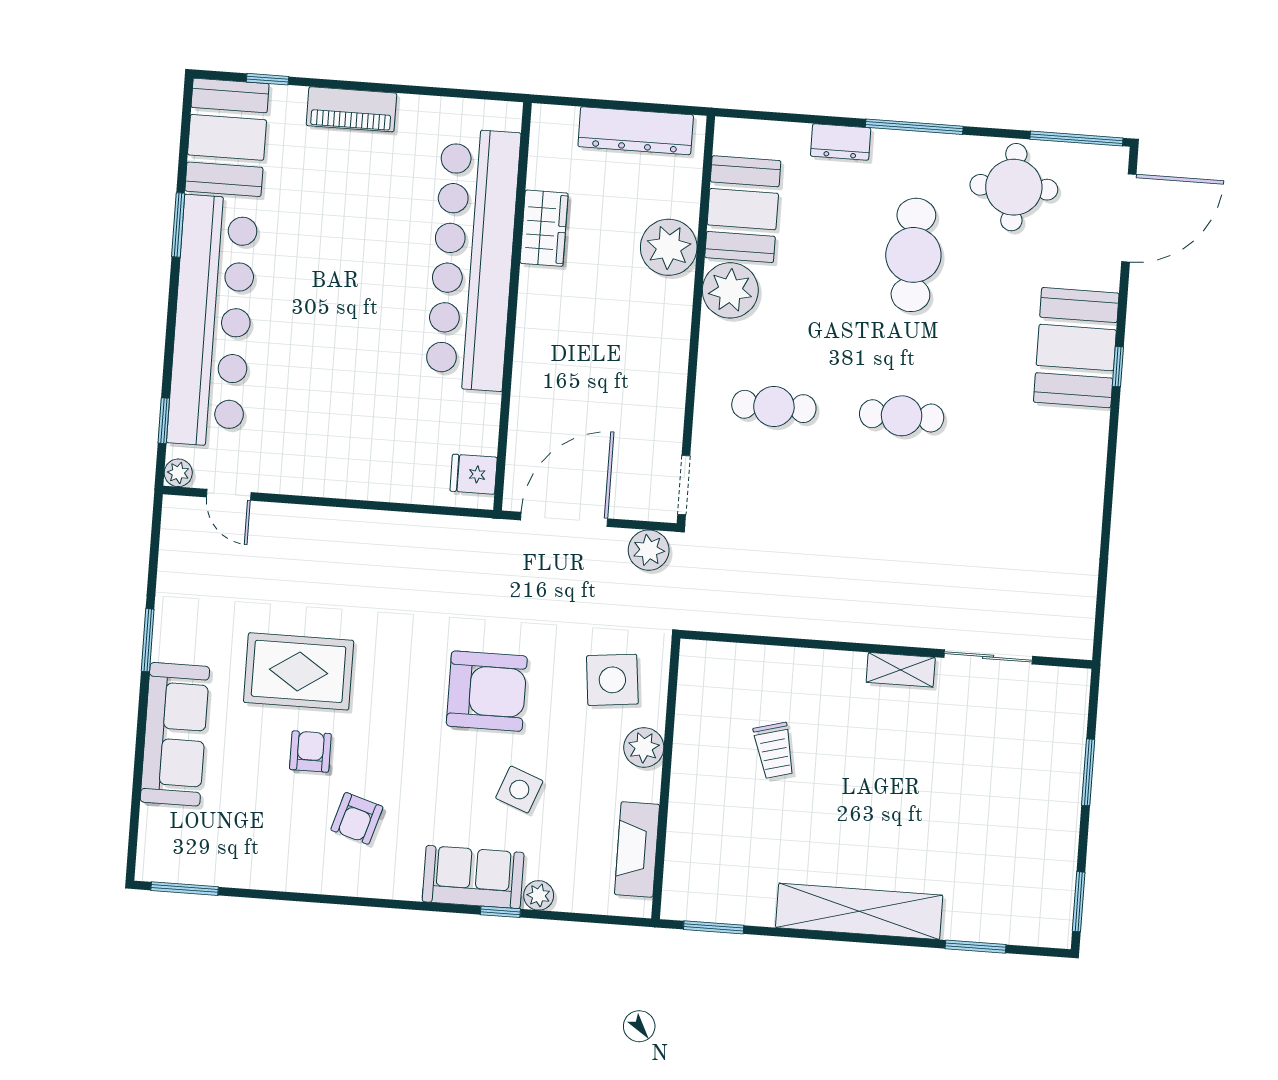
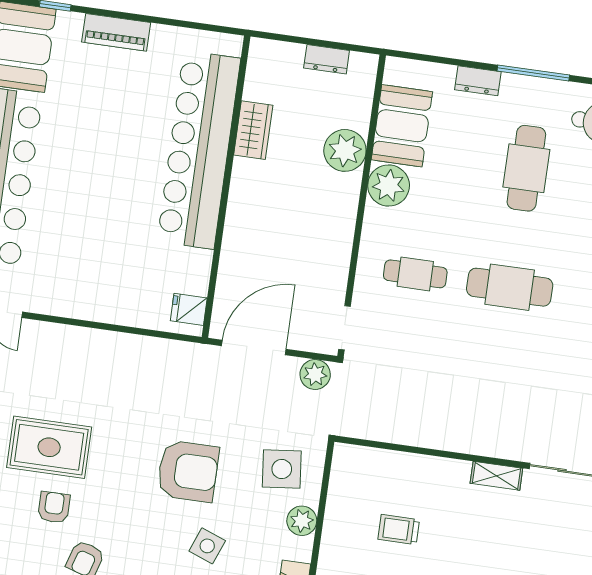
dresser: (636, 131) -> (327, 59), width x0.51, depth x0.80
cafe table: (902, 416) -> (510, 287), width x1.37, depth x1.35
trolley: (774, 750) -> (399, 529), turned 105

